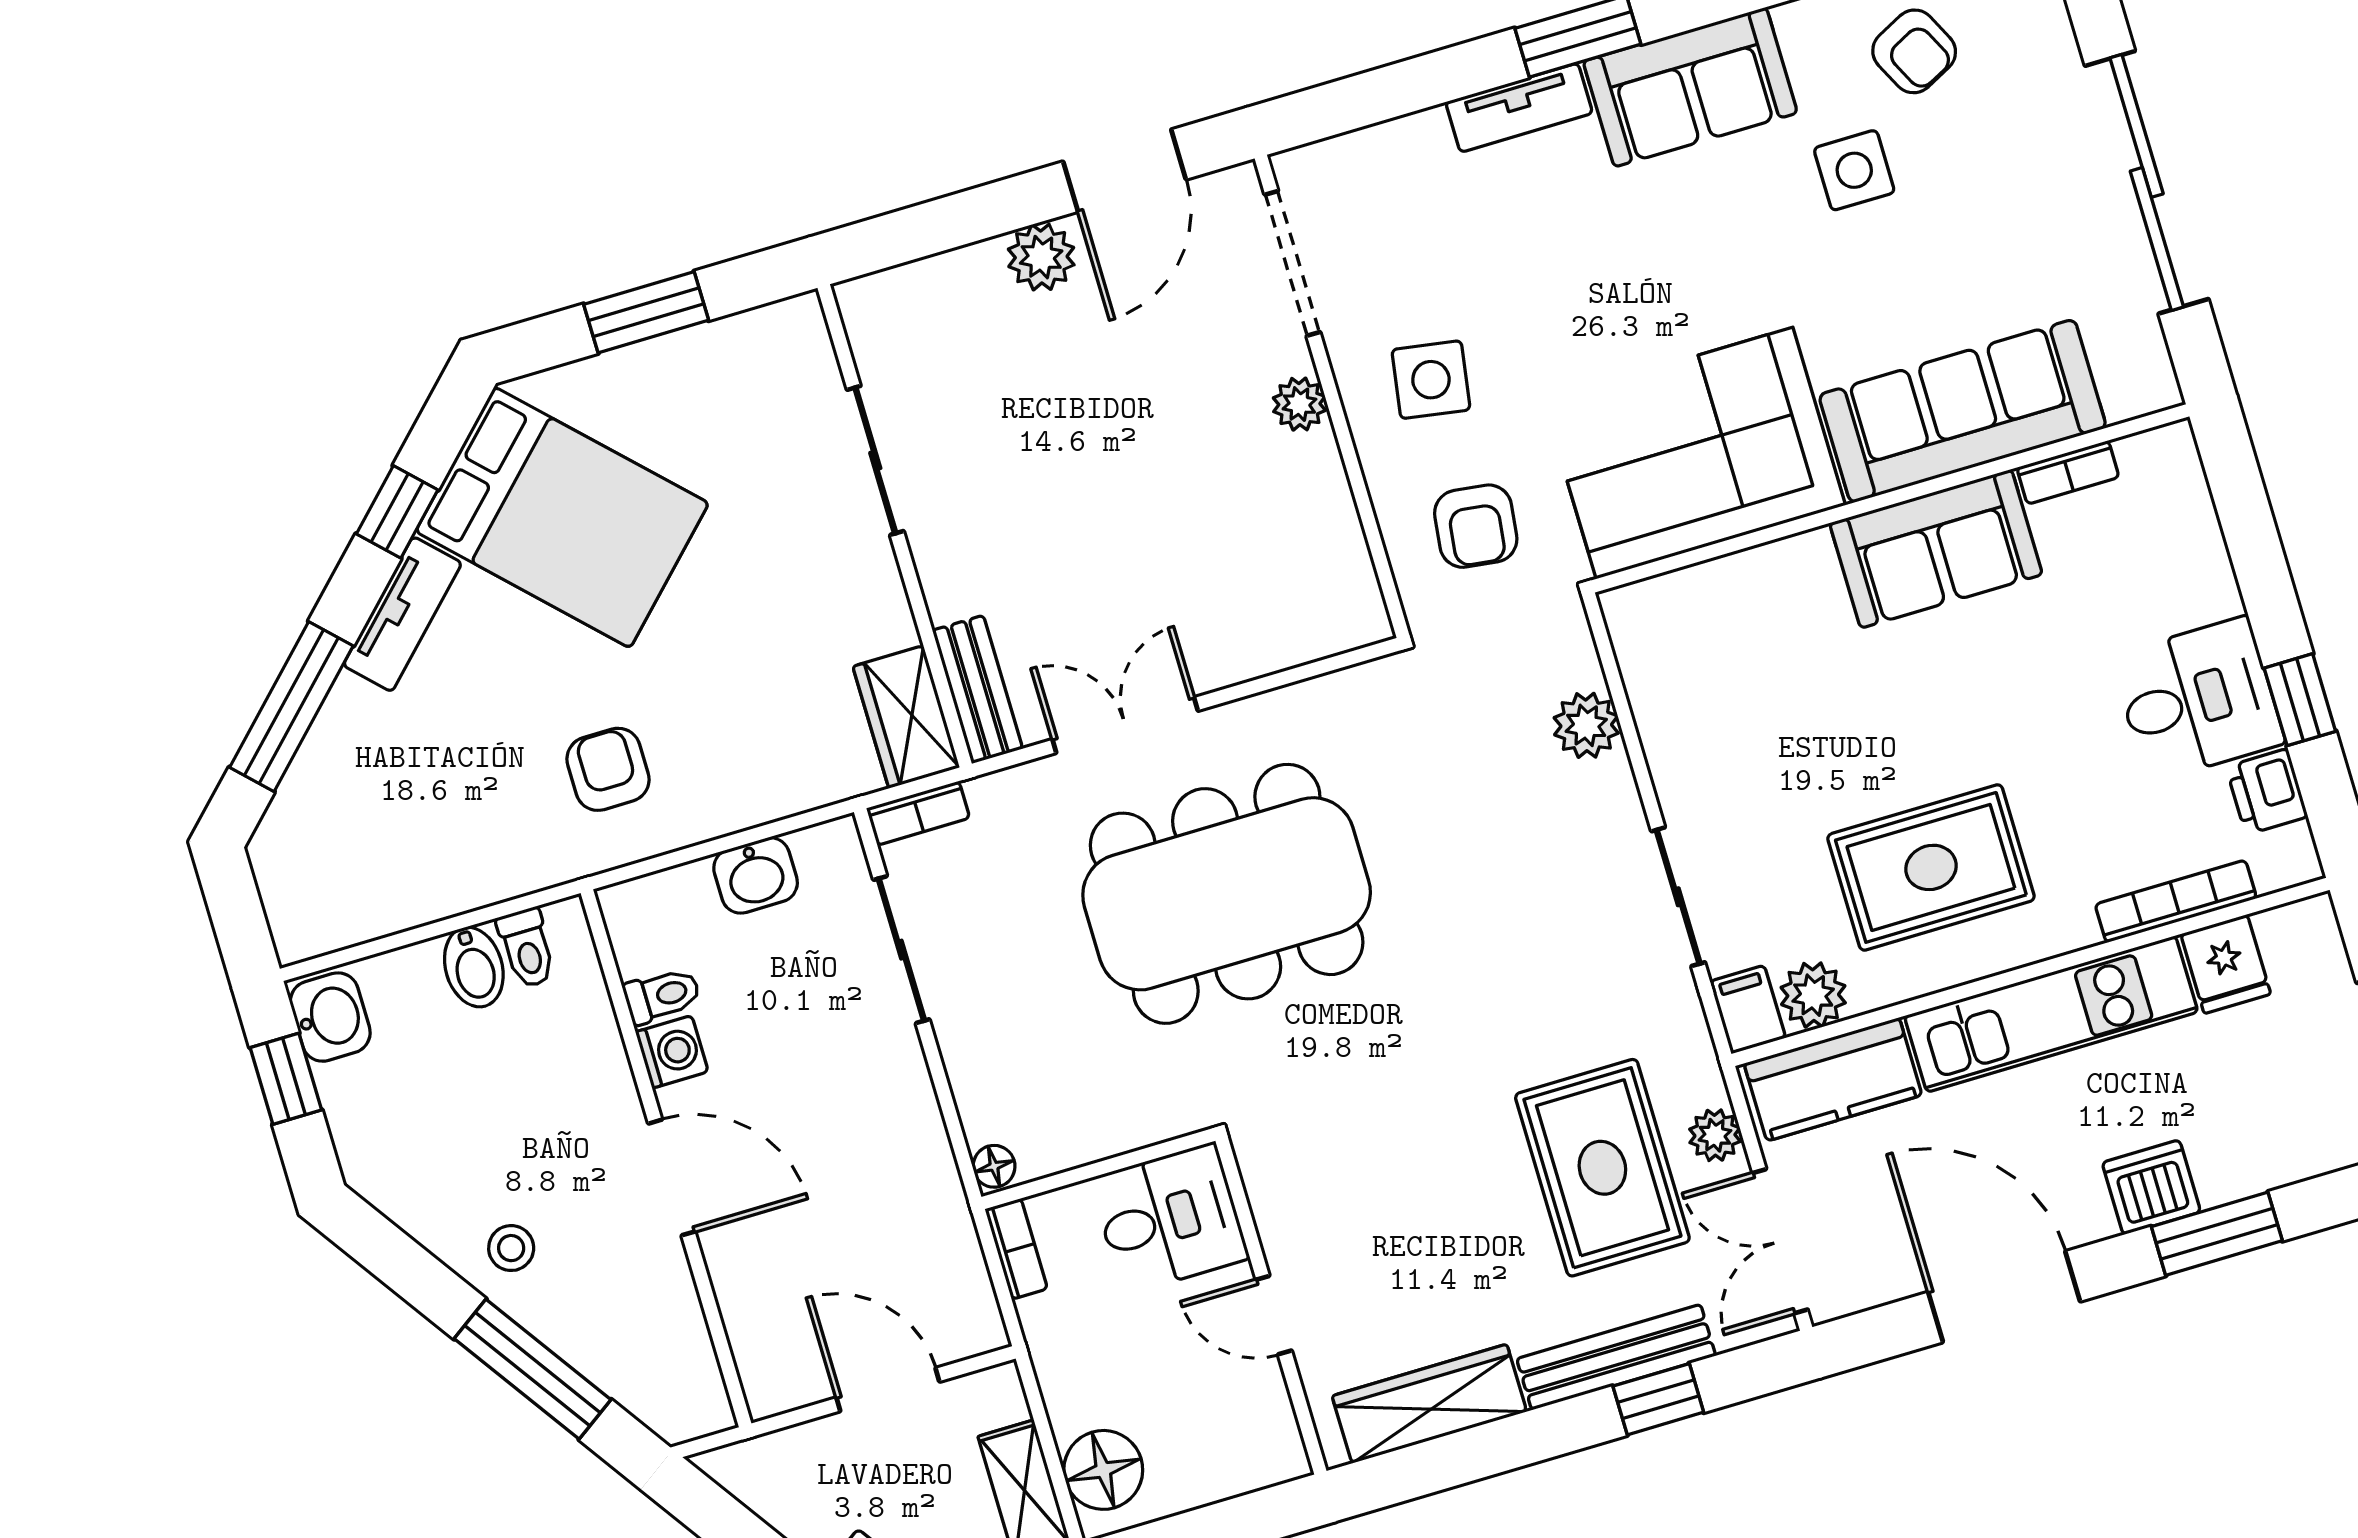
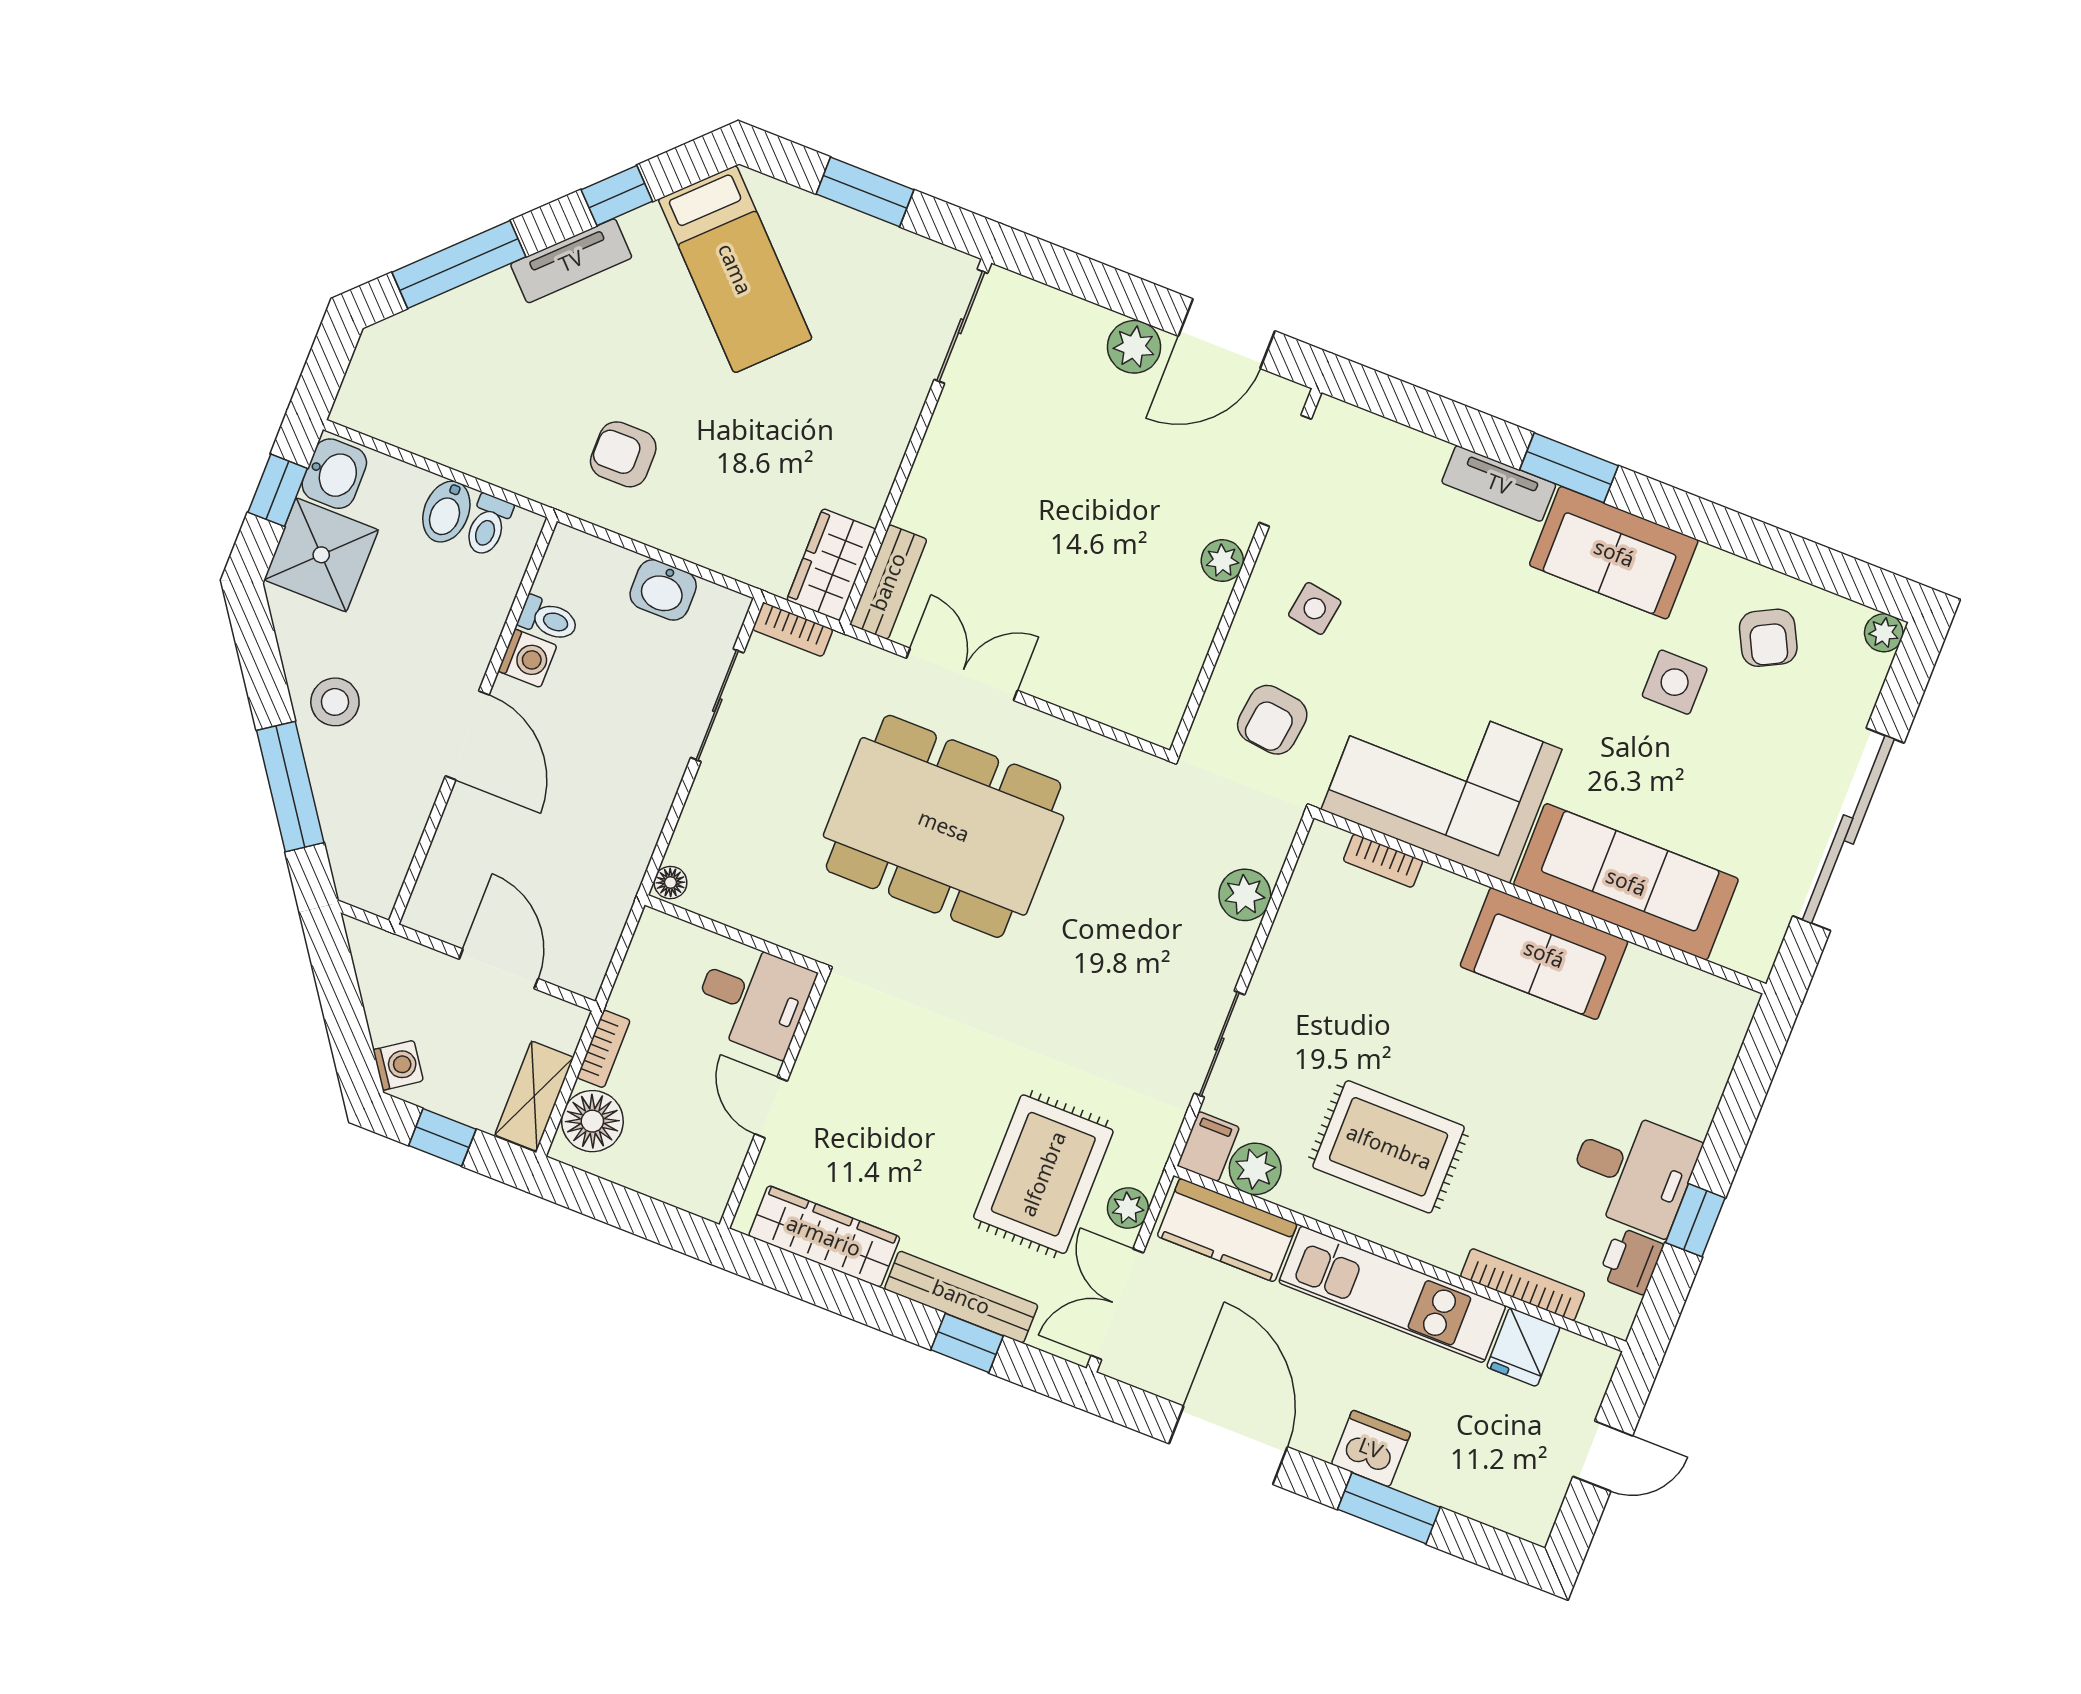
side table: (1431, 380) -> (1315, 608), width x0.73, depth x0.73
sliding door: (875, 460) -> (961, 326), moved
bookcase: (2068, 472) -> (1383, 861), moved
bed: (562, 517) -> (735, 269), width x0.67
armchair: (608, 769) -> (623, 454), turned -90
shower: (381, 1110) -> (321, 555), added
stool: (511, 1248) -> (335, 702), width x1.37, depth x1.37
bookcase: (1016, 1249) -> (604, 1049), moved

